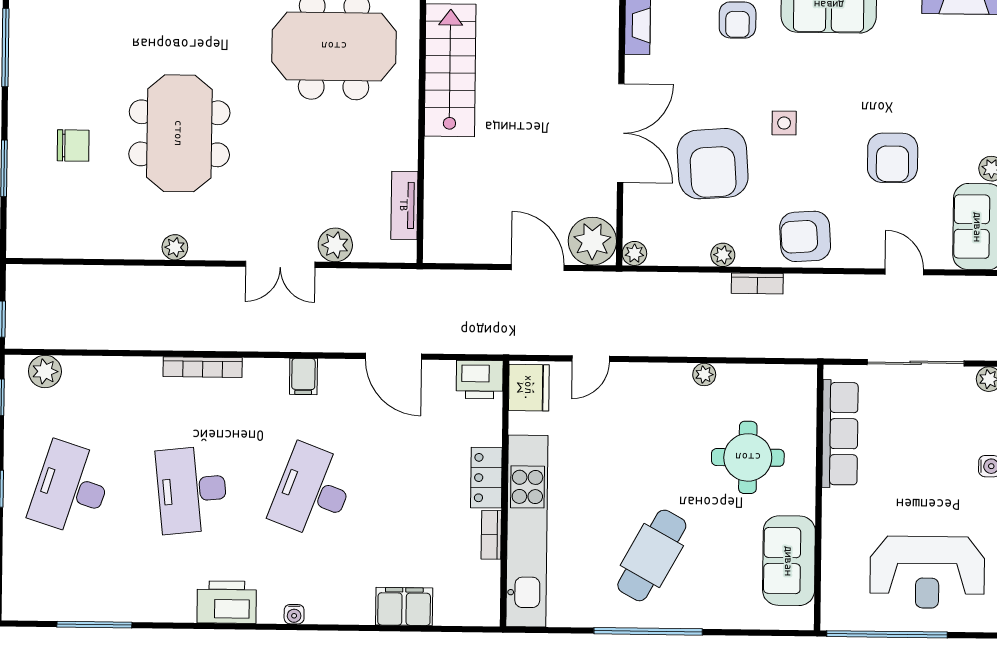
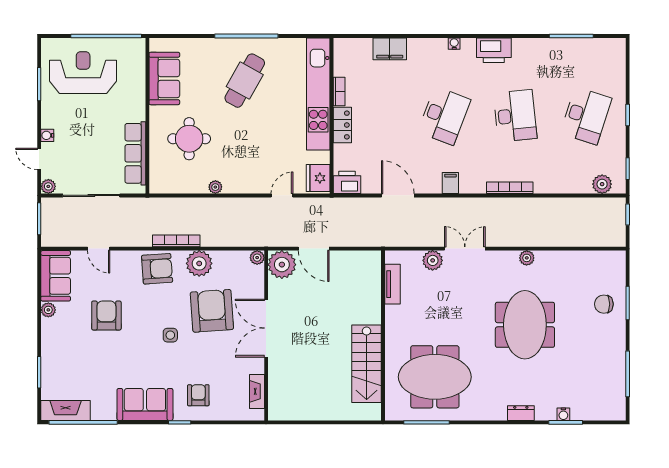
chair: (73, 146) -> (604, 304), moved
plant: (723, 255) -> (199, 263), width x1.87, depth x1.87
bookcase: (757, 283) -> (176, 241), width x1.56

